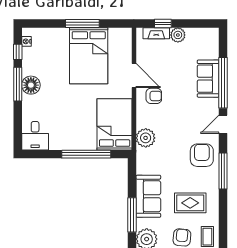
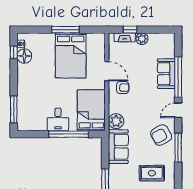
window: (18, 84) -> (14, 109), moved
floor lamp: (31, 85) -> (24, 56), moved
desk: (35, 136) -> (58, 119), moved
armchair: (202, 155) -> (161, 135), turned -119
sofa: (148, 196) -> (118, 147), moved

